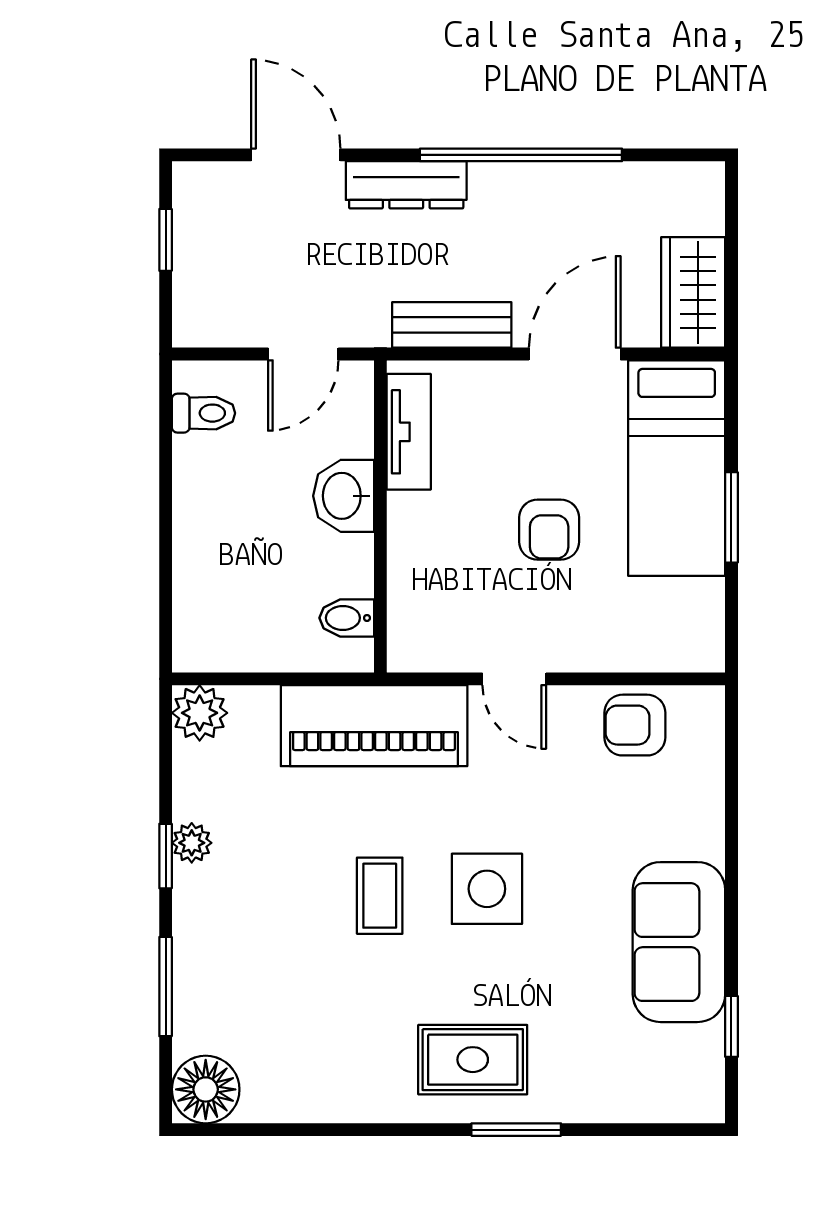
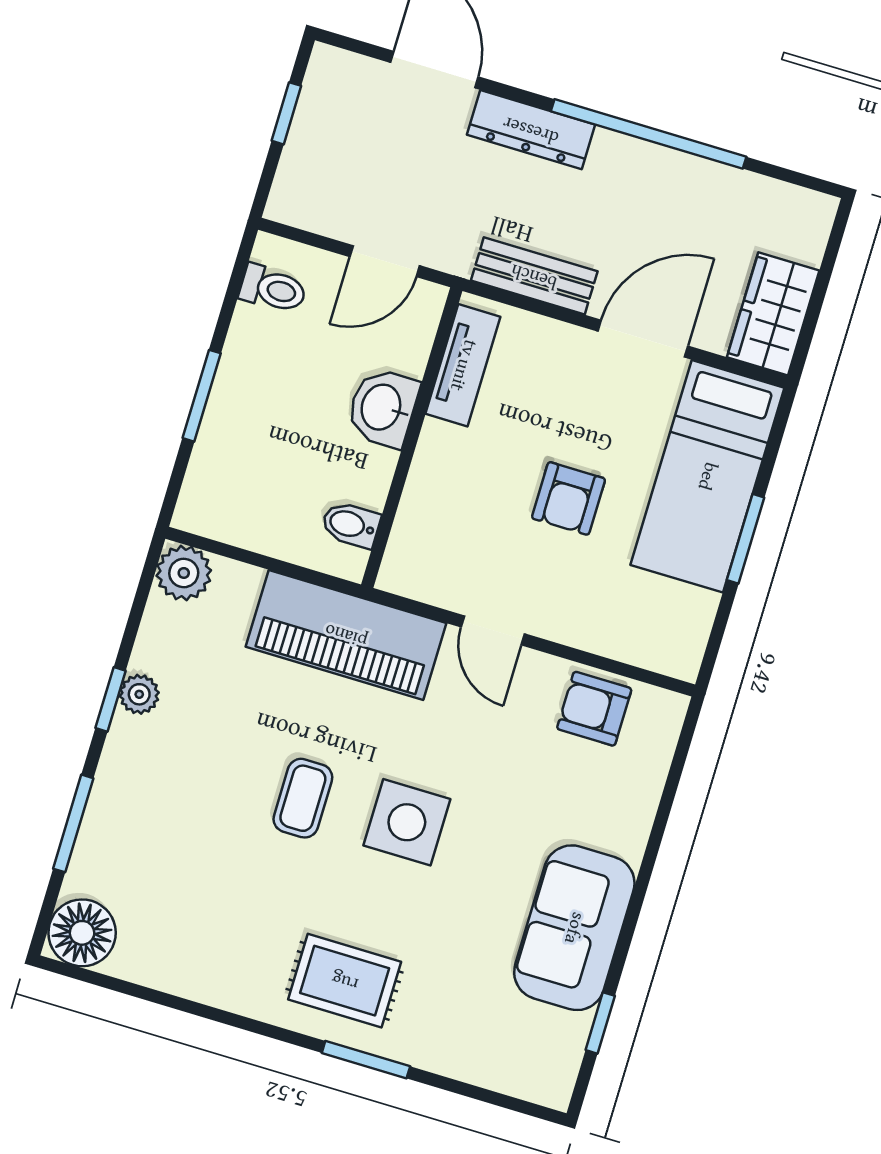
window: (166, 537) -> (202, 396), added

